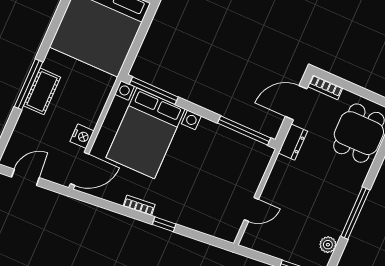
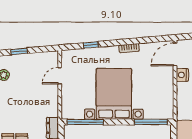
bed with nightstands: (146, 133) -> (114, 94), moved
window: (164, 224) -> (91, 45), moved

